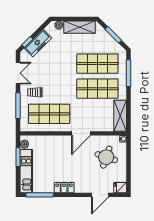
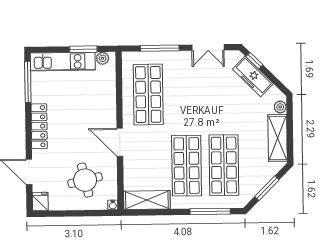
trolley: (35, 92) -> (180, 73), removed
round table: (106, 157) -> (85, 180), turned -32
locker: (64, 188) -> (39, 126), width x1.53

